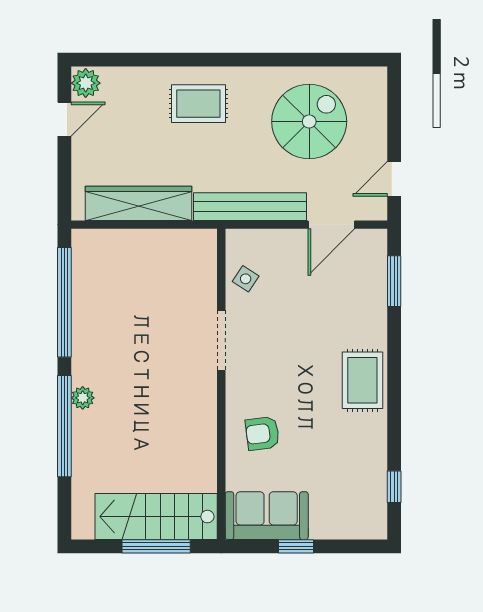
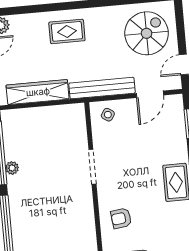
spiral stairs: (309, 121) -> (147, 33), moved
side table: (246, 279) -> (108, 115), moved
plant: (83, 398) -> (12, 168), moved

